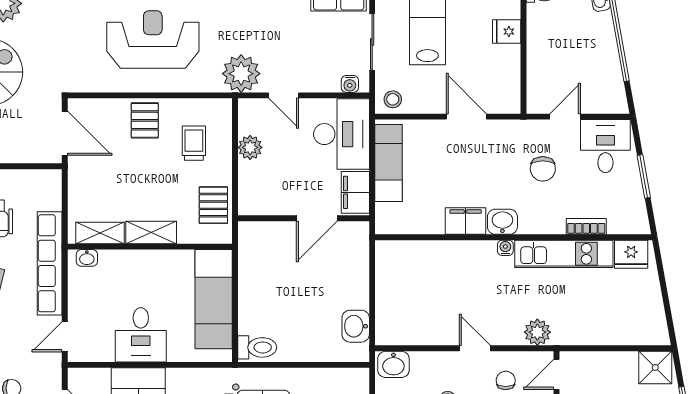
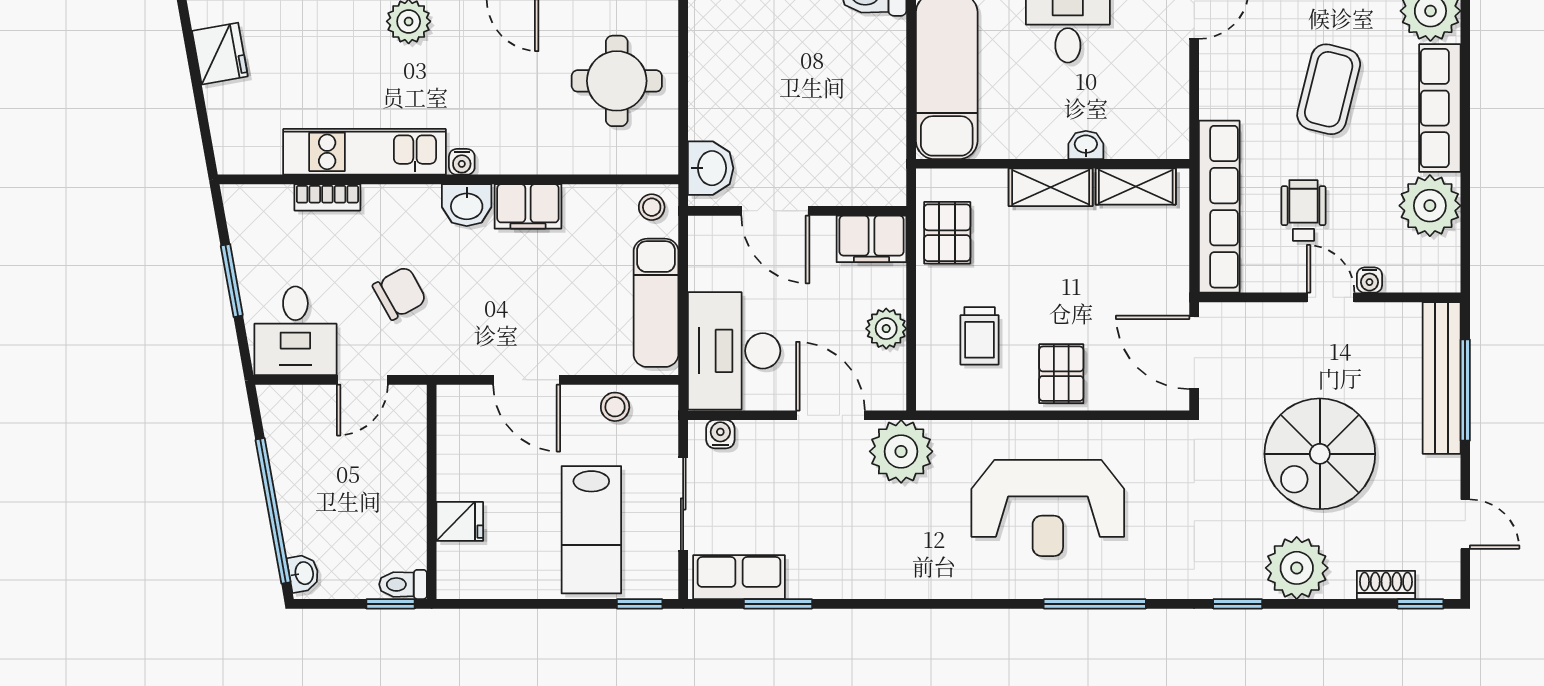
door: (284, 95) -> (830, 415), width x1.38
stool: (393, 99) -> (615, 407), moved
chair: (543, 169) -> (400, 293), turned 61
filing cabinet: (355, 192) -> (872, 239), moved, turned 90
door: (317, 218) -> (775, 211), swing flipped
stool: (391, 221) -> (652, 207), added
fridge: (631, 254) -> (220, 54), moved, turned 80
washbasin: (87, 258) -> (1086, 145), moved
row of seats: (50, 263) -> (1219, 207), moved
round table: (412, 296) -> (617, 81), added
washbasin: (356, 326) -> (711, 168), moved

